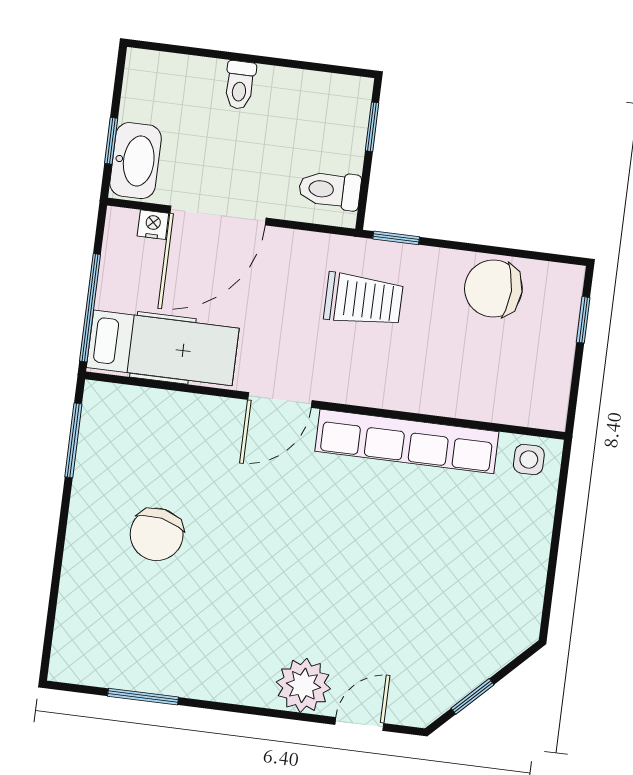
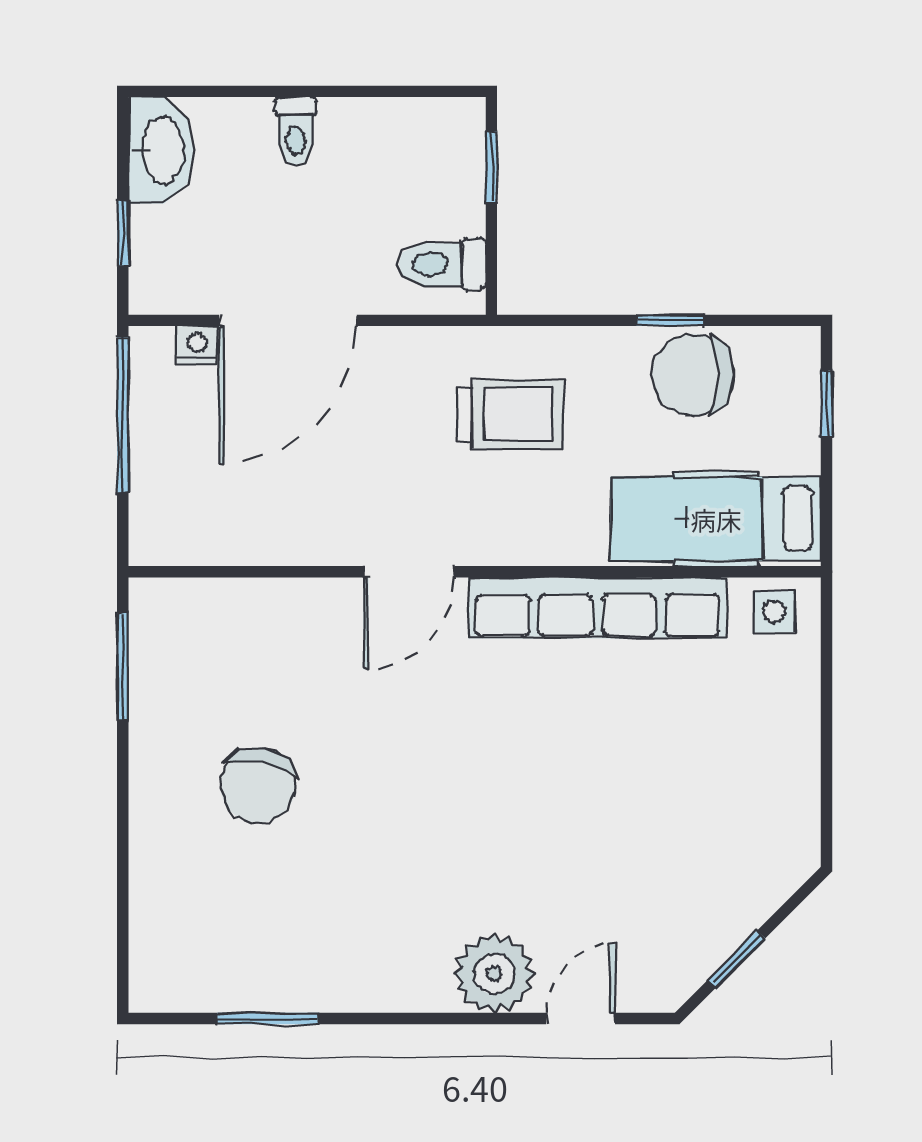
washbasin: (136, 161) -> (161, 150), moved
window: (396, 238) -> (670, 320), moved
window: (90, 308) -> (123, 415), moved
hospital bed: (163, 348) -> (716, 519), moved, turned 180

